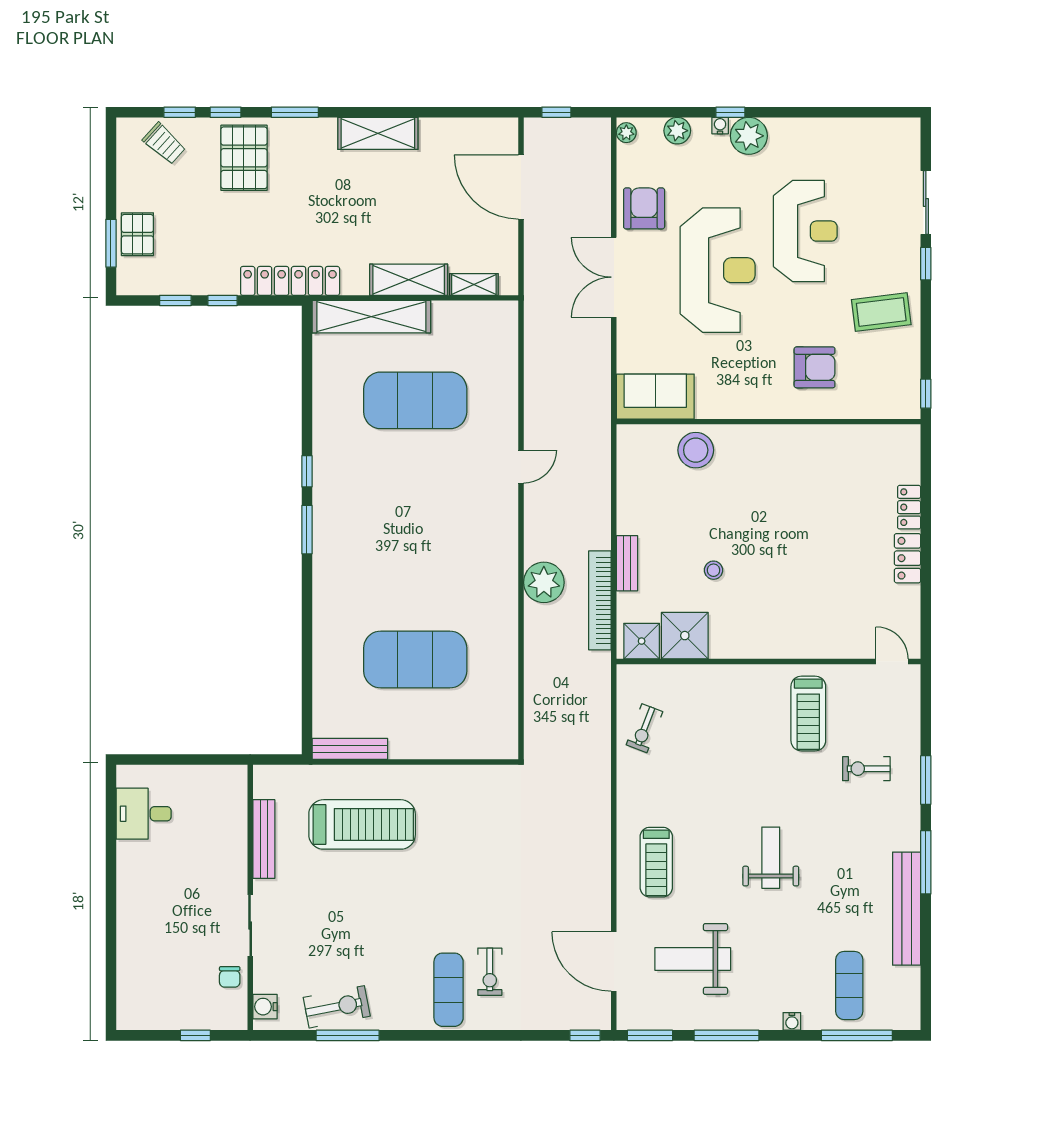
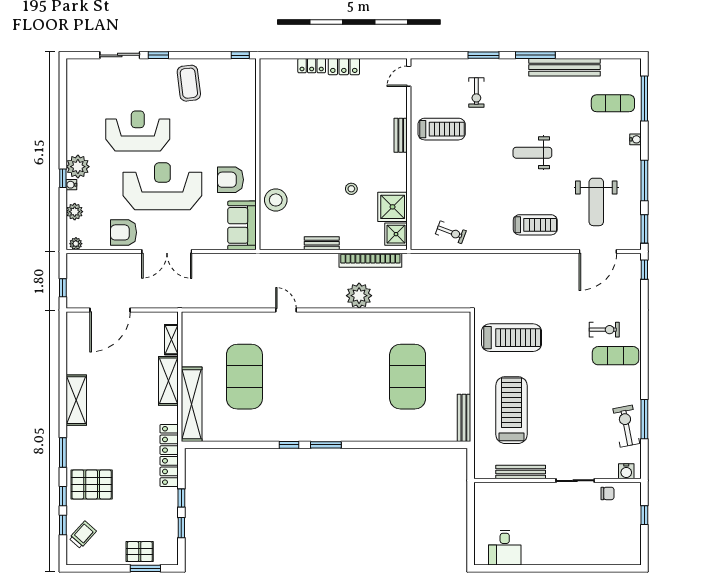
armchair: (815, 367) -> (230, 180), moved, turned -90
bench: (627, 563) -> (322, 243), moved
bench: (798, 649) -> (401, 135), added
treadmill: (477, 824) -> (511, 338), added

